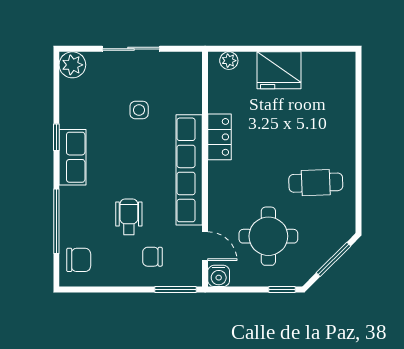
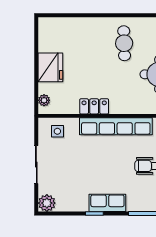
side table: (139, 110) -> (57, 131), moved

